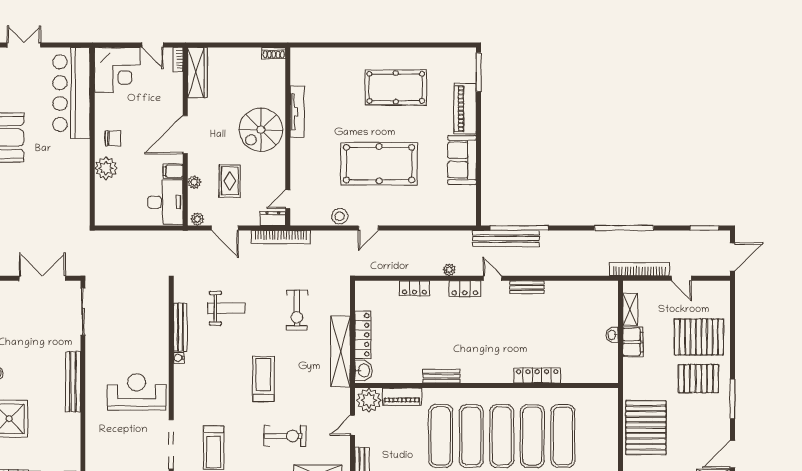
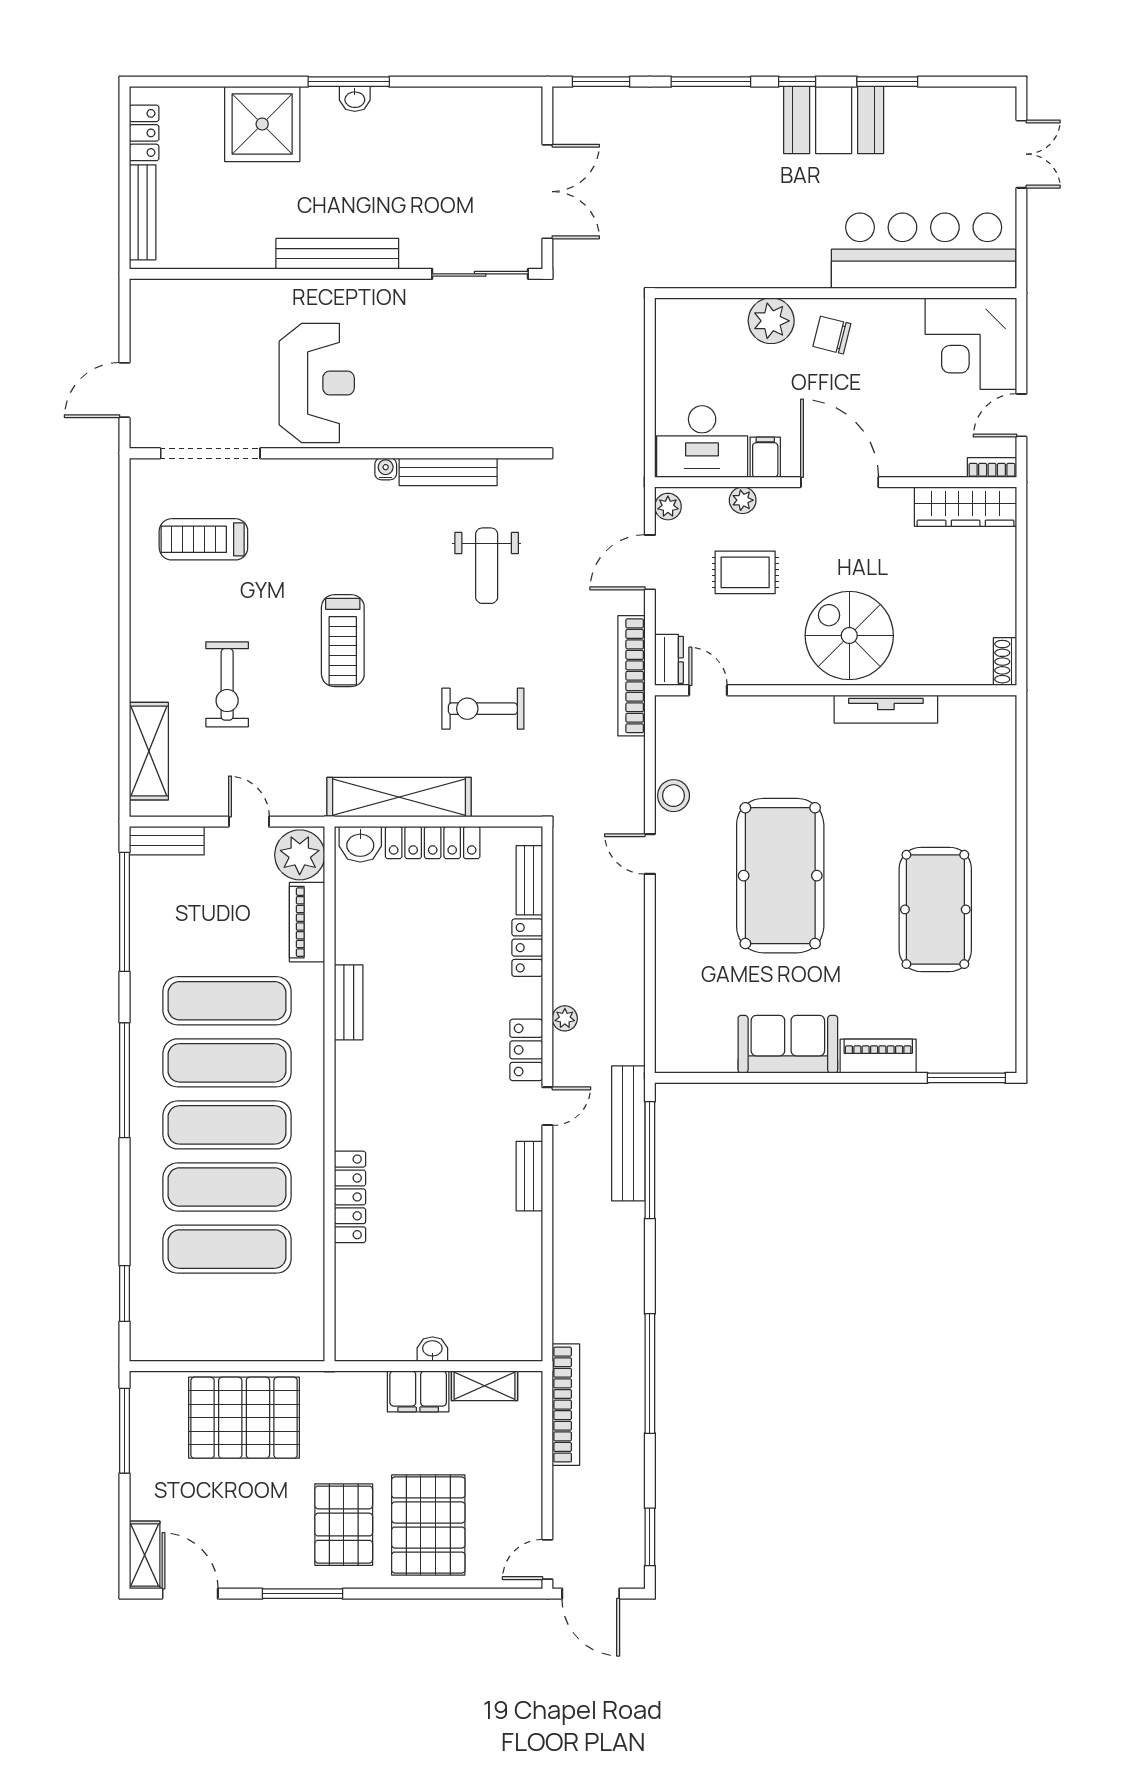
piano: (465, 109) -> (878, 1056), width x0.73, depth x0.75
chair: (113, 138) -> (832, 335), turned 104
door: (681, 278) -> (547, 1559), moved
bench: (381, 287) -> (529, 880), added
treadmill: (263, 379) -> (343, 641), turned 90

